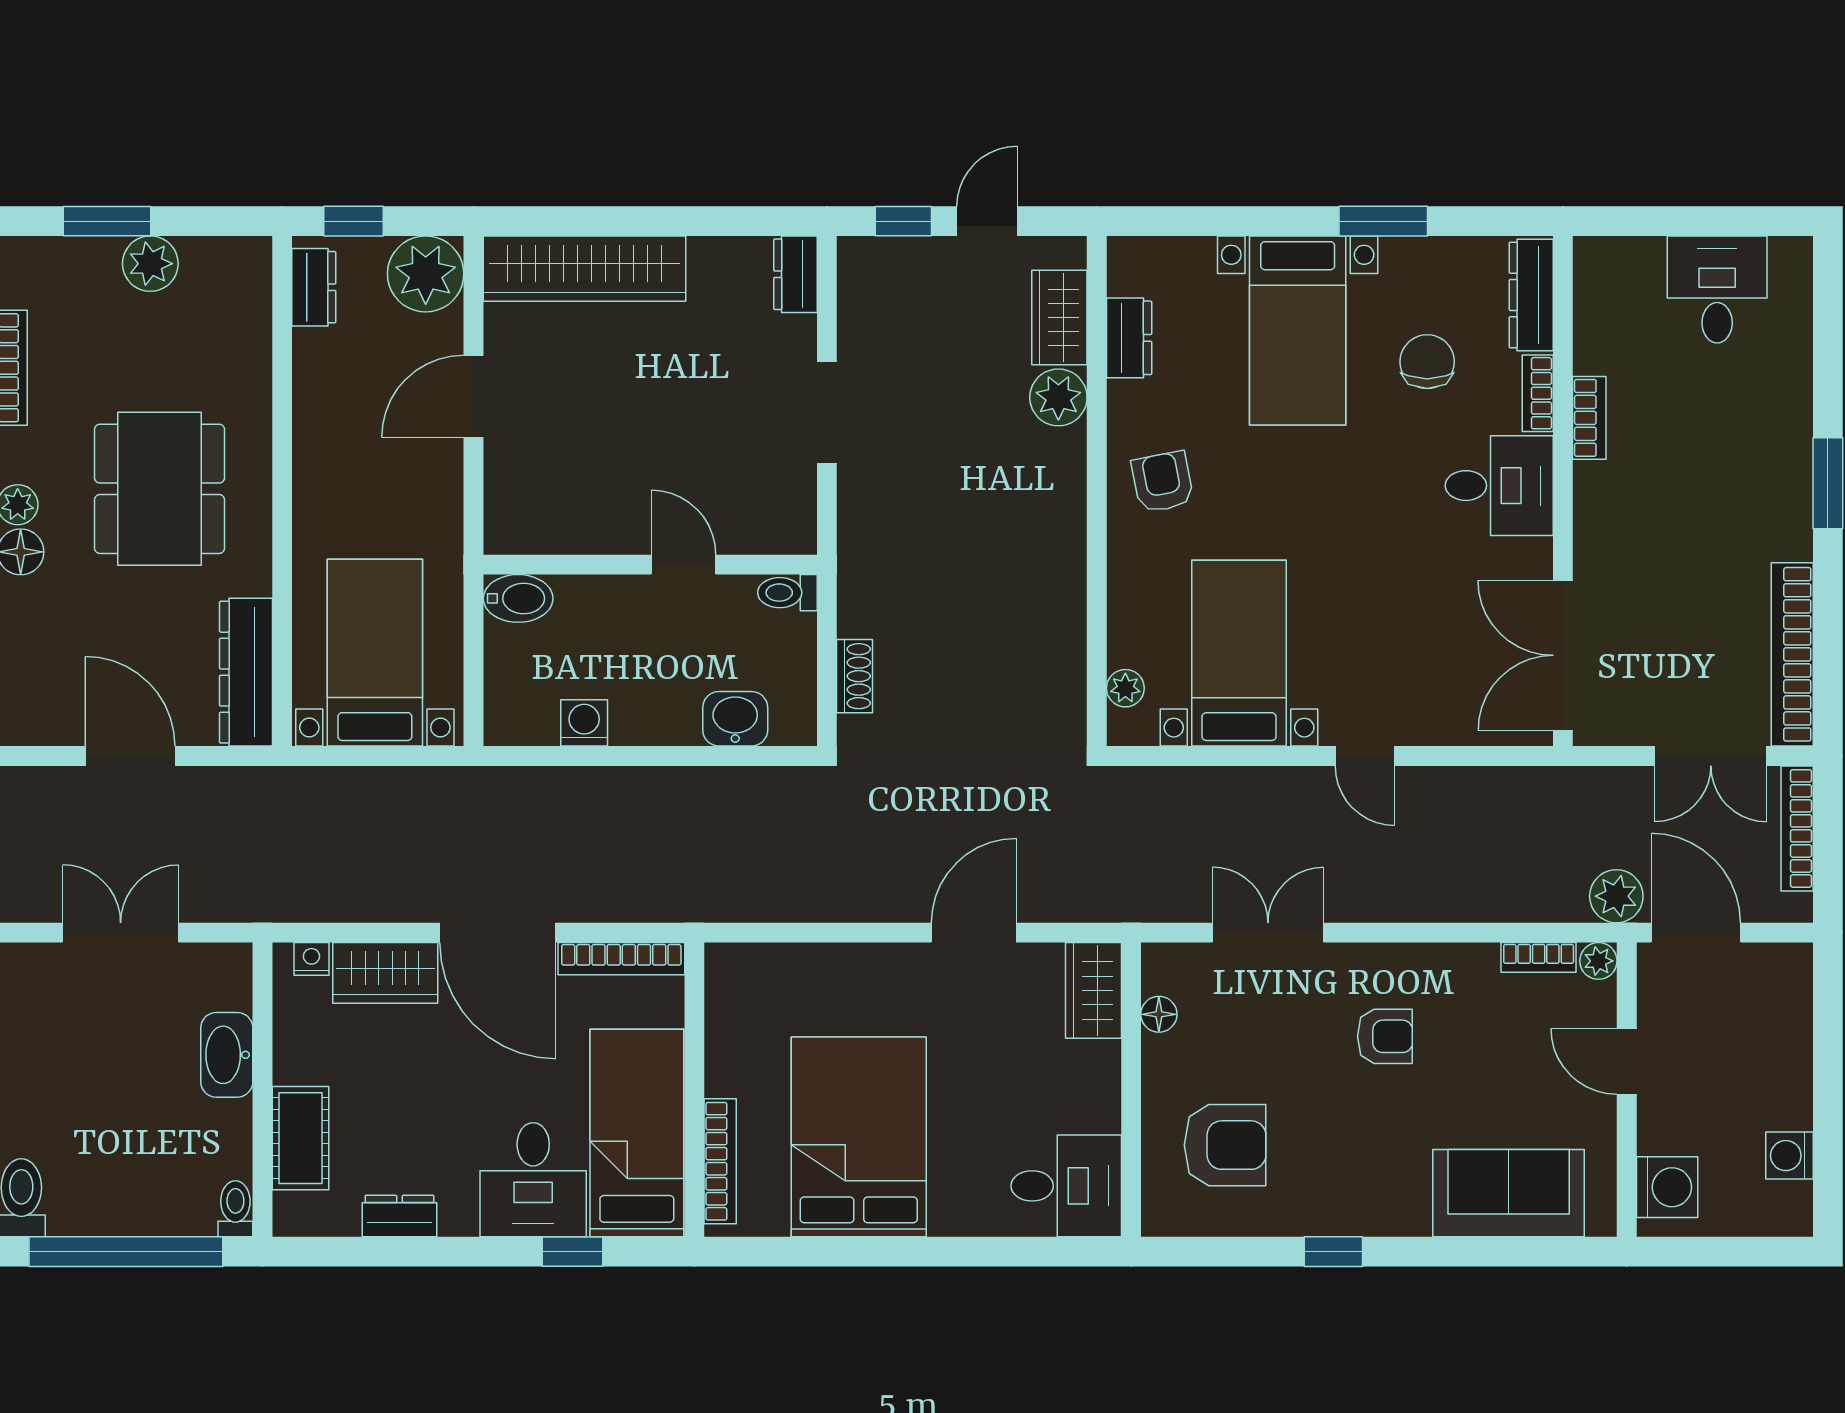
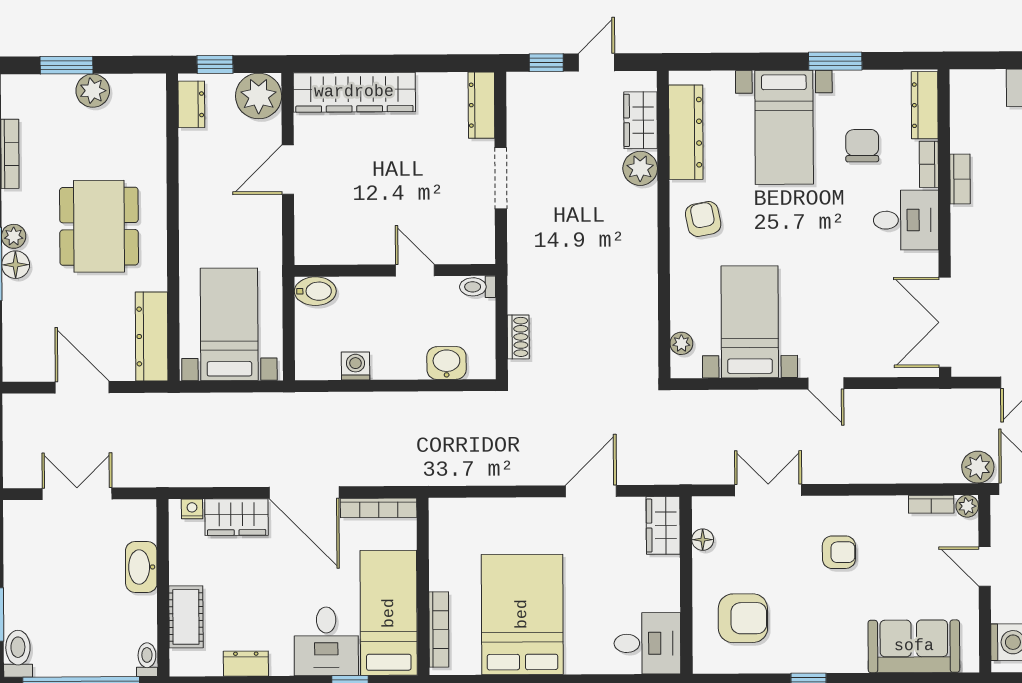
dresser: (795, 274) -> (481, 105), width x1.44
dresser: (1129, 338) -> (686, 132), width x1.96, depth x1.24

